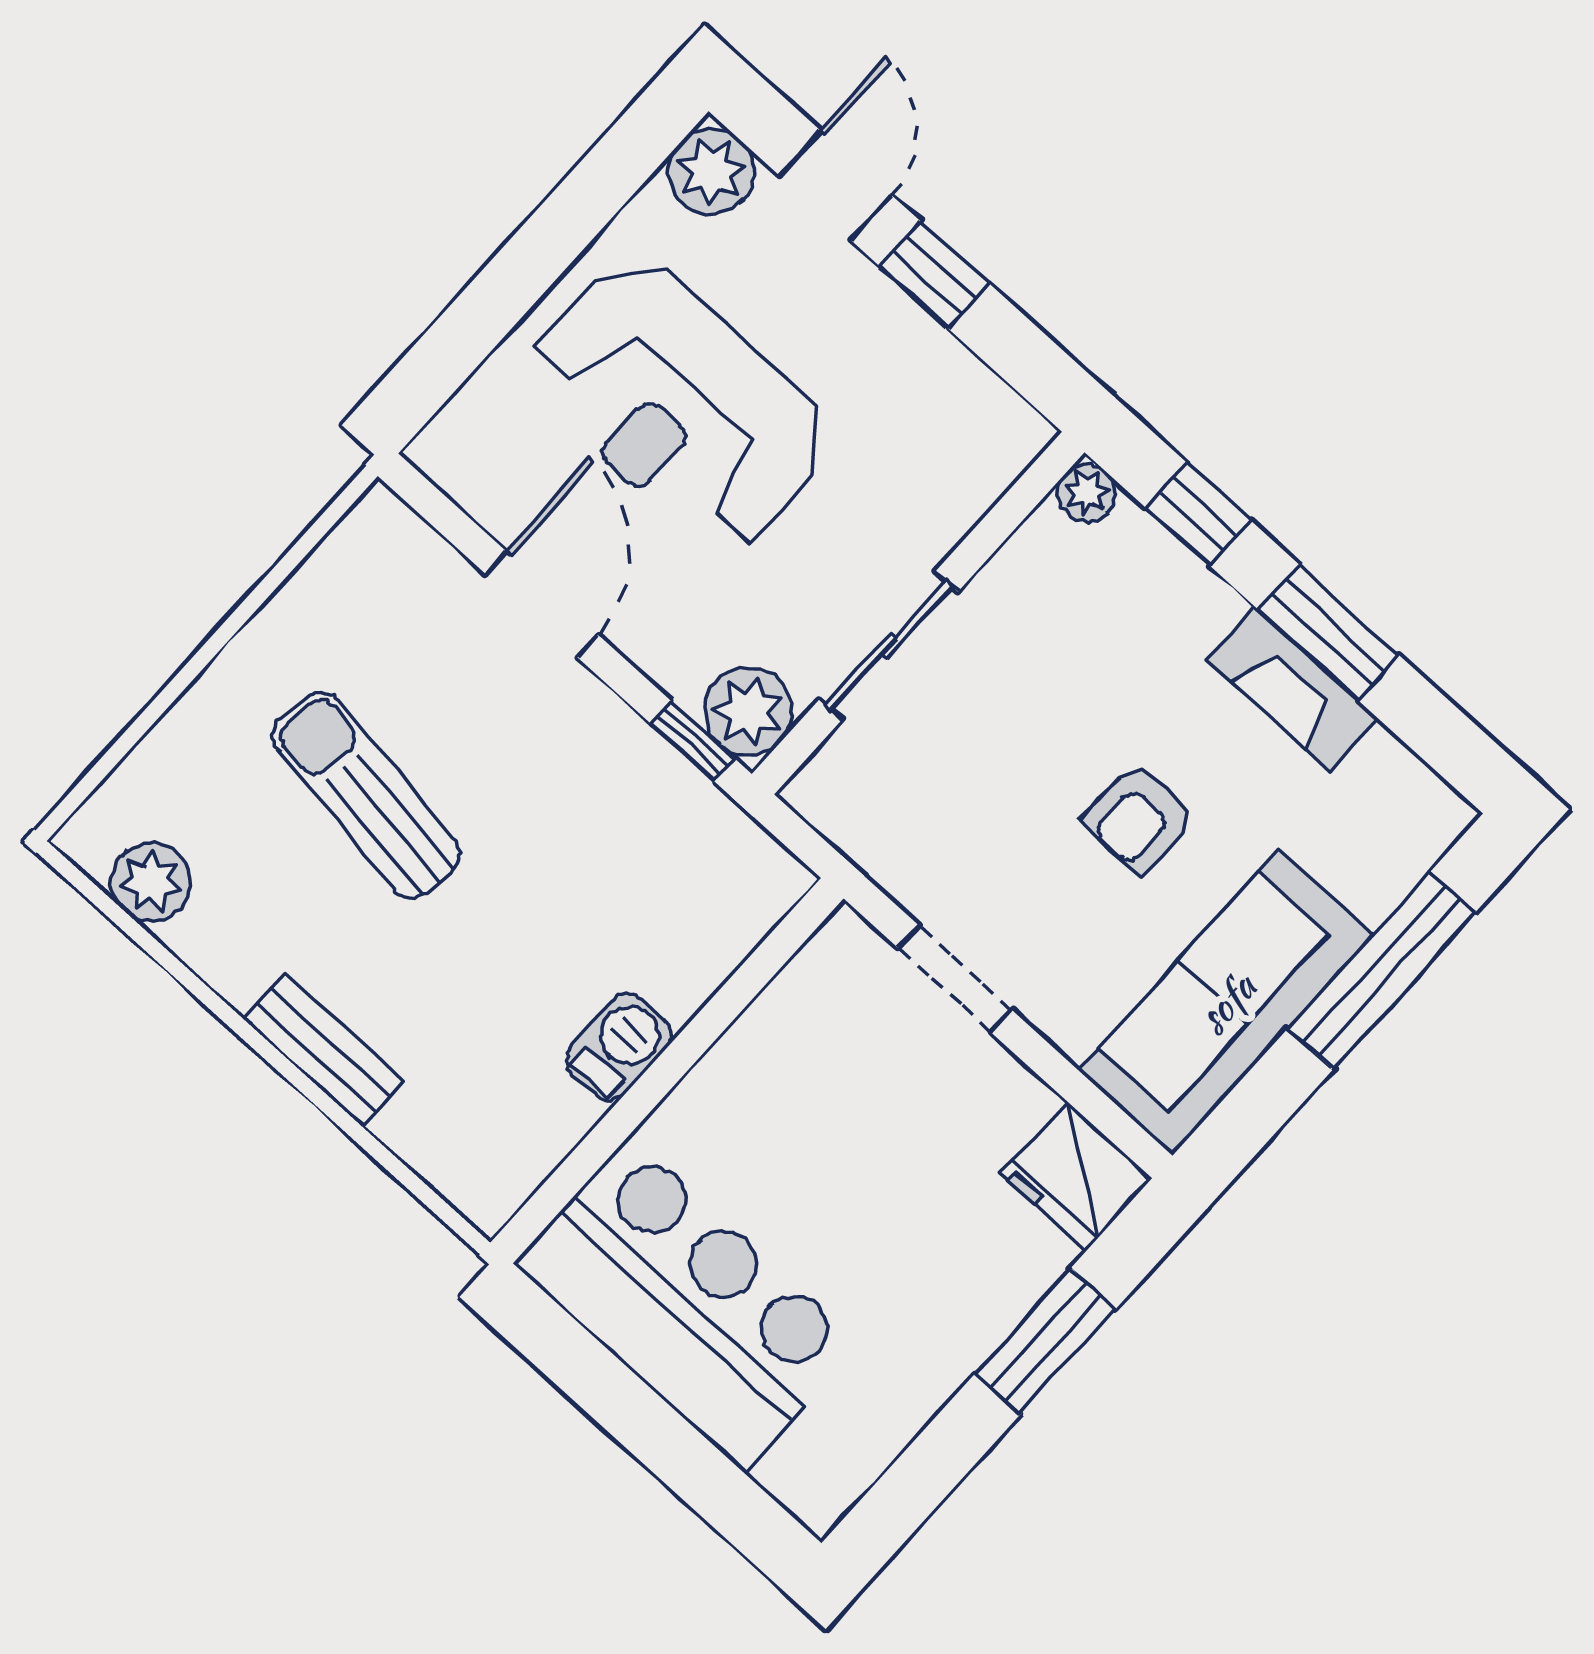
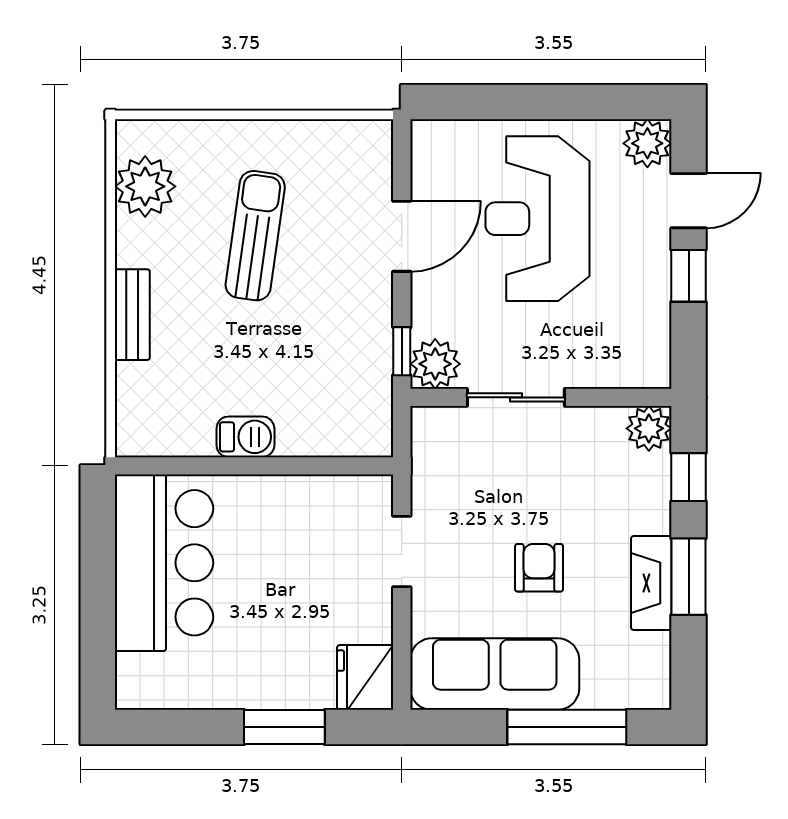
plant: (1087, 493) -> (649, 428), width x1.38, depth x1.38
armchair: (1139, 818) -> (539, 568), turned 90
plant: (151, 882) -> (145, 186), width x1.36, depth x1.36

